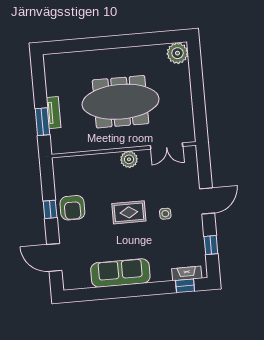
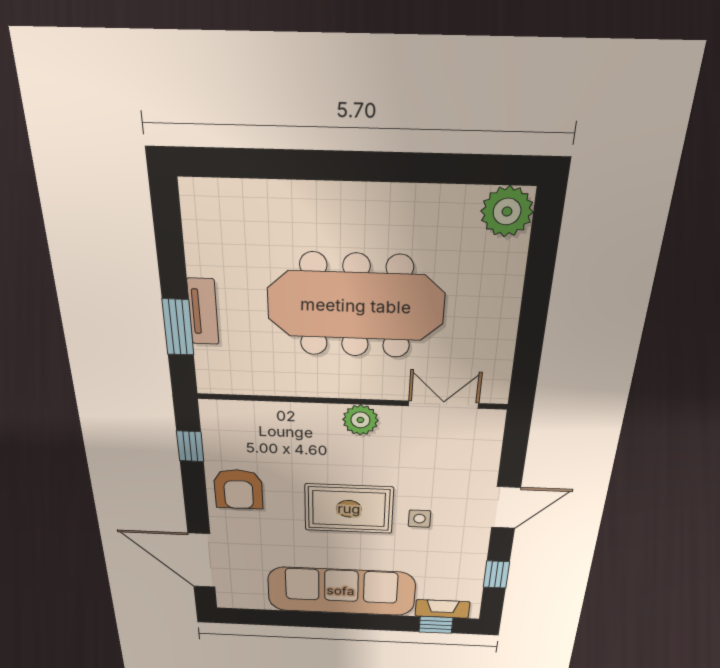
double door: (167, 146) -> (443, 405), swing flipped
window: (50, 209) -> (190, 446), moved
rug: (129, 212) -> (349, 509), width x1.36, depth x1.43
door: (54, 257) -> (202, 561), width x1.36
sofa: (120, 273) -> (341, 591), width x1.36, depth x1.27

